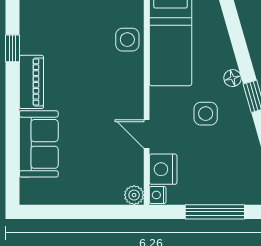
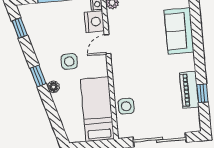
piano: (31, 82) -> (189, 90), moved
door: (147, 134) -> (107, 44), swing flipped

